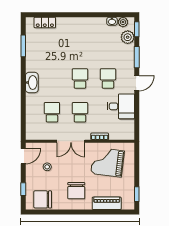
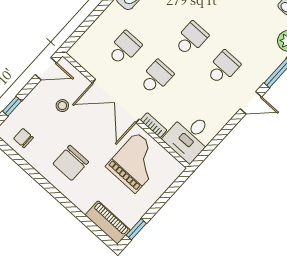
desk: (121, 106) -> (189, 137), moved, turned 90
double door: (71, 141) -> (116, 101), width x1.37
grand piano: (107, 162) -> (136, 163), turned 83
chair: (43, 199) -> (23, 138), width x0.54, depth x0.54
piano: (107, 203) -> (108, 223), moved

